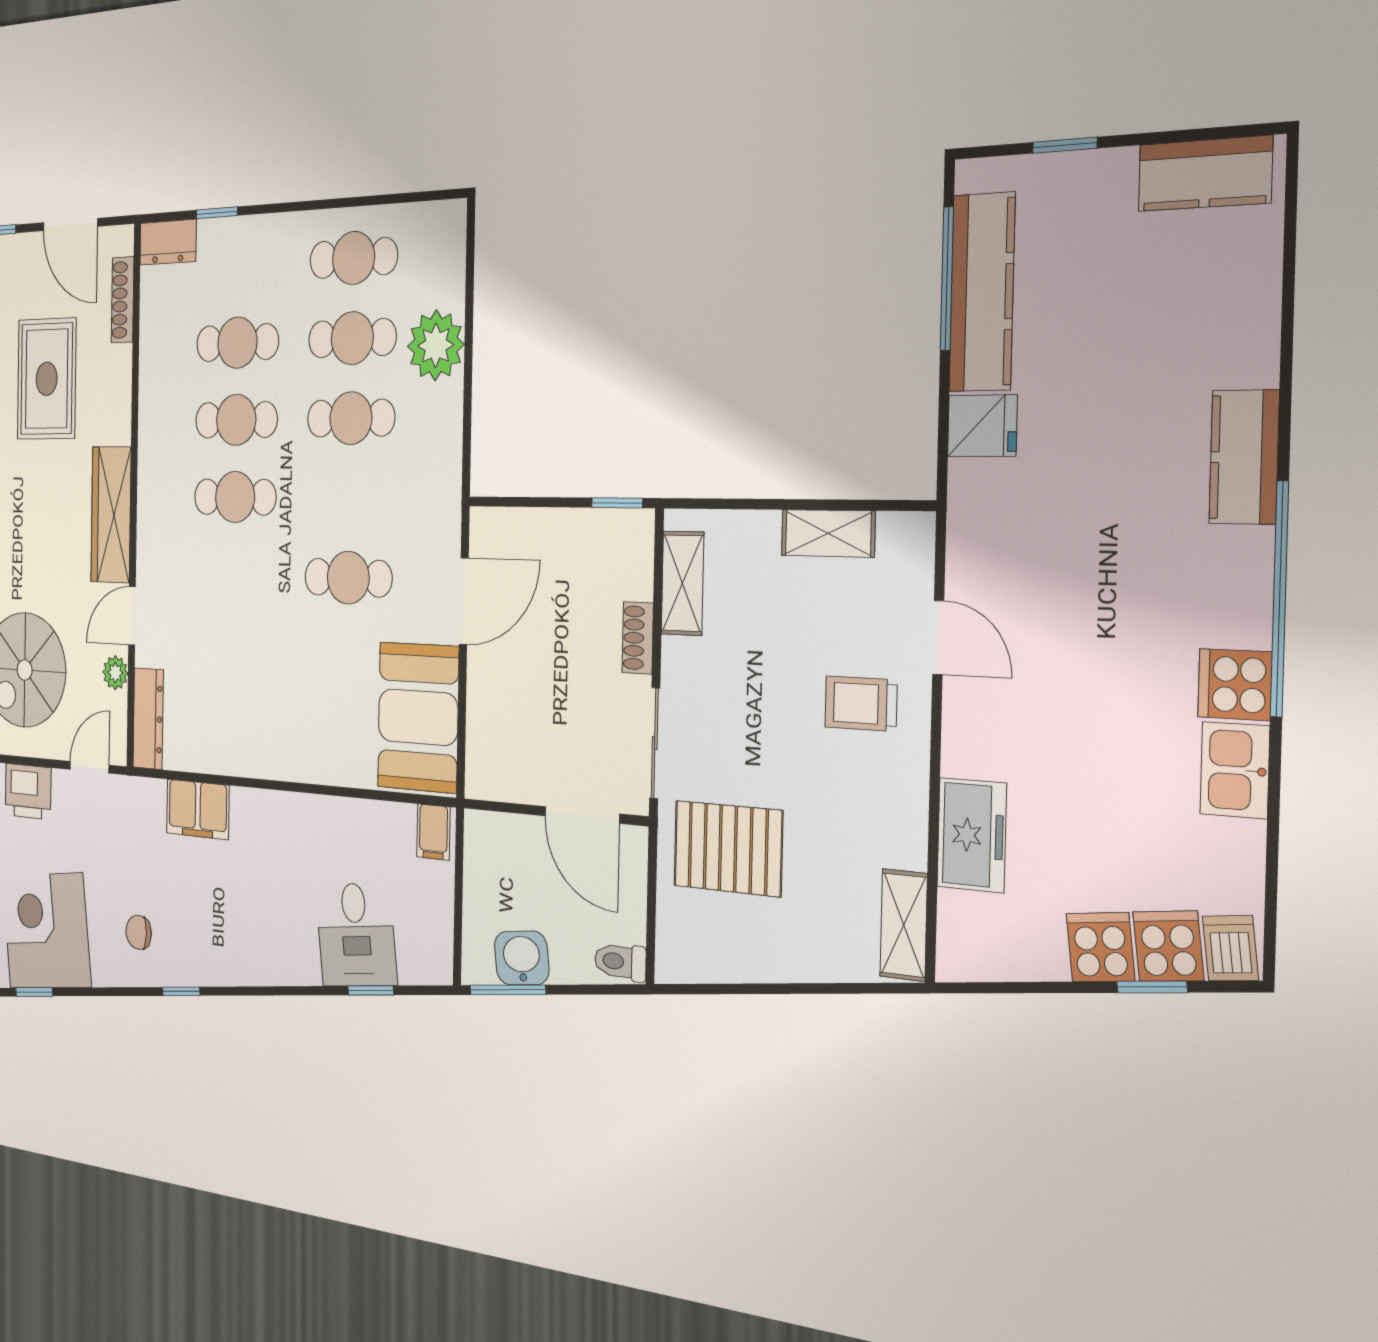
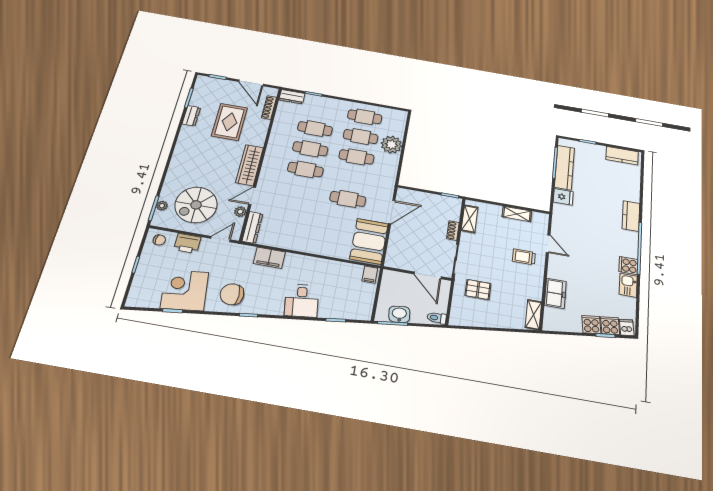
pallet: (728, 848) -> (478, 290), width x0.67, depth x0.71
chair: (139, 932) -> (232, 294), width x1.87, depth x1.87
desk: (356, 935) -> (302, 301), moved

